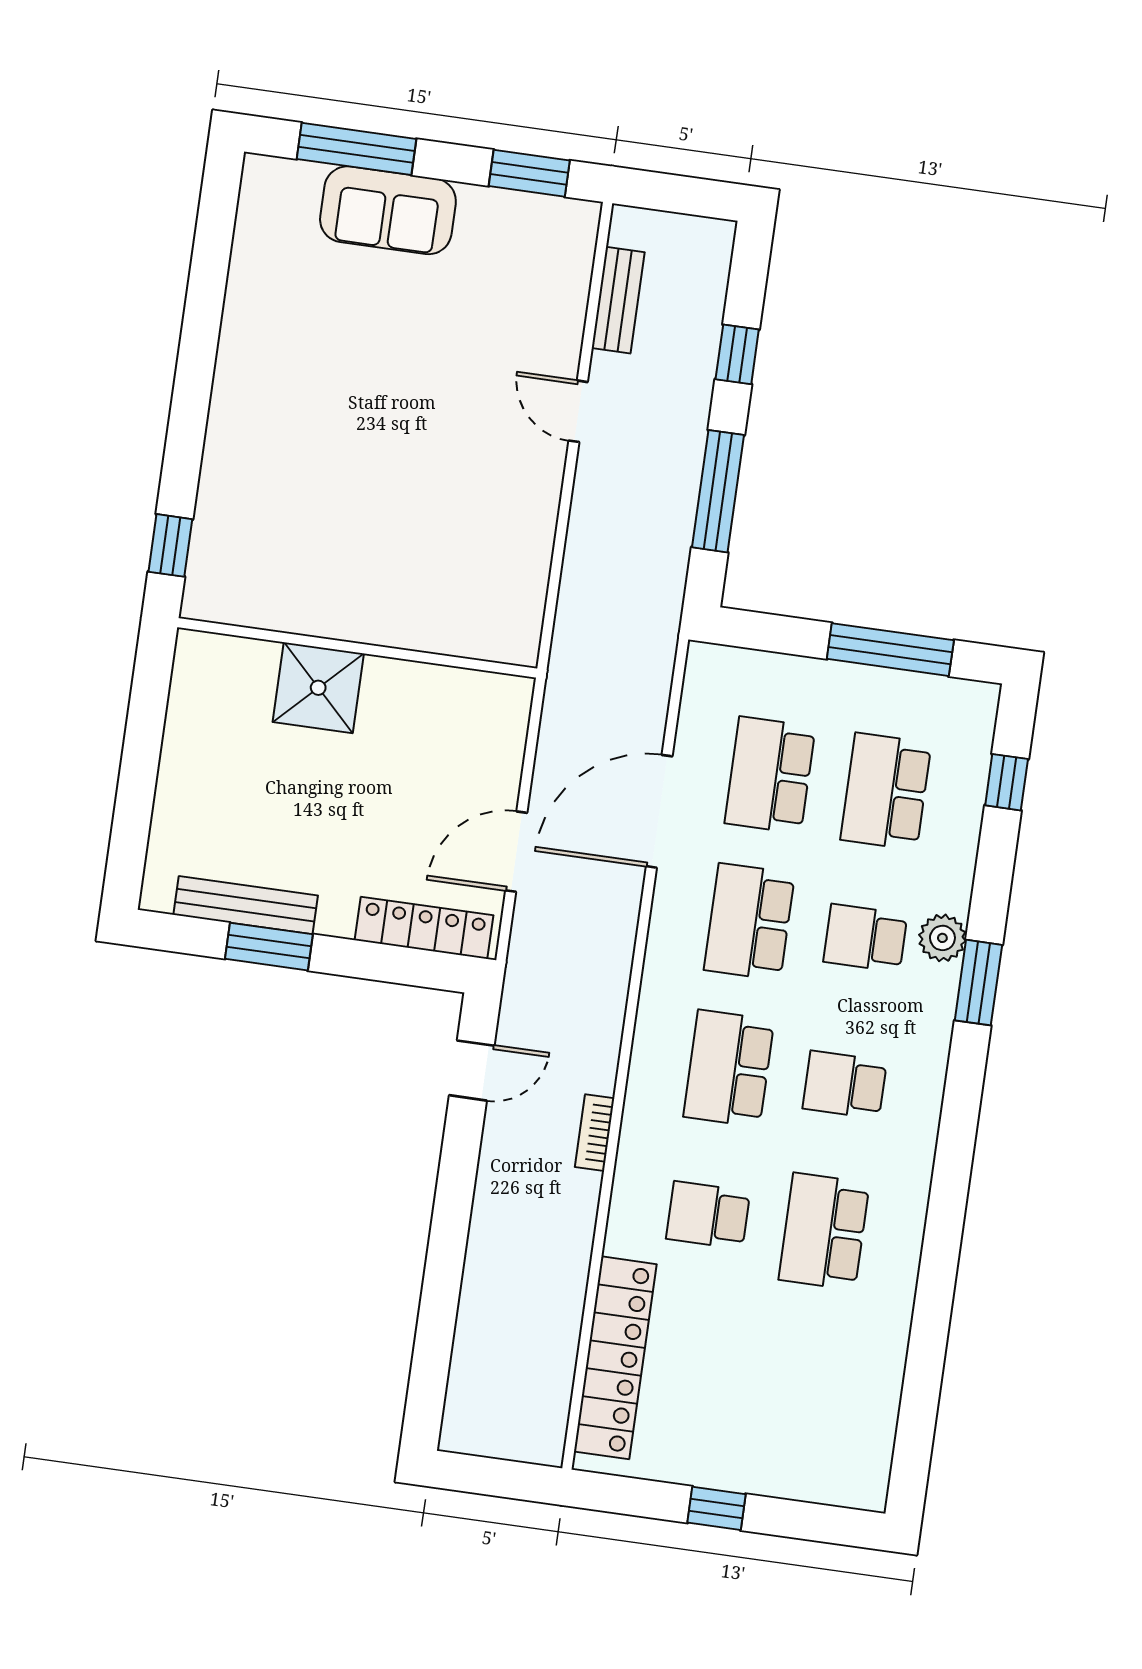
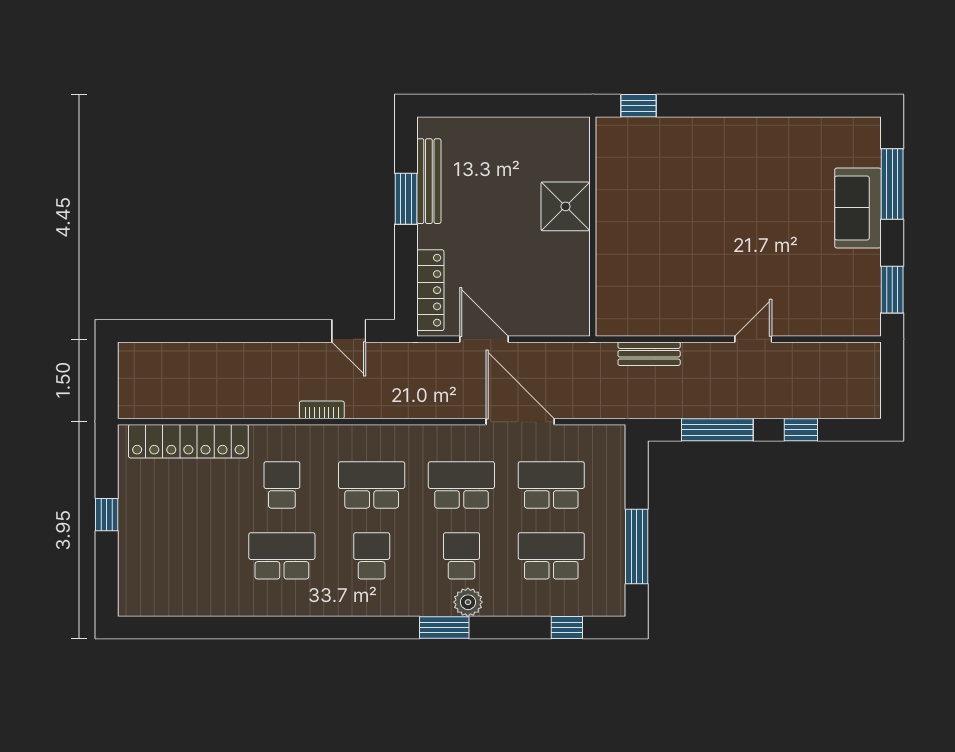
bench: (618, 300) -> (649, 354), moved

